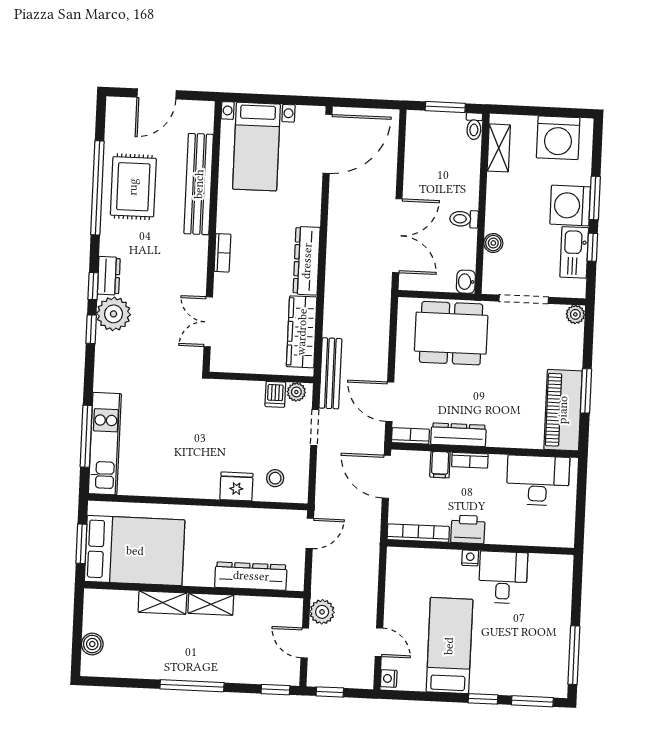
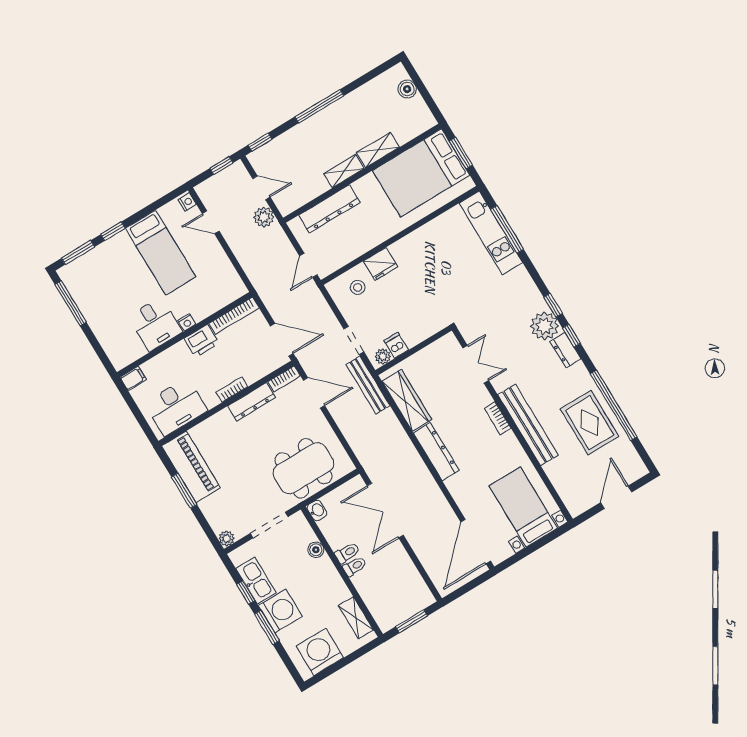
toilet: (474, 126) -> (355, 566), moved, turned 90
bench: (199, 184) -> (528, 425), moved
filing cabinet: (440, 465) -> (133, 378), moved, turned 90

